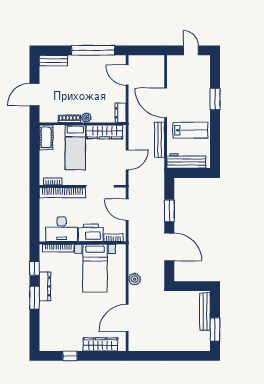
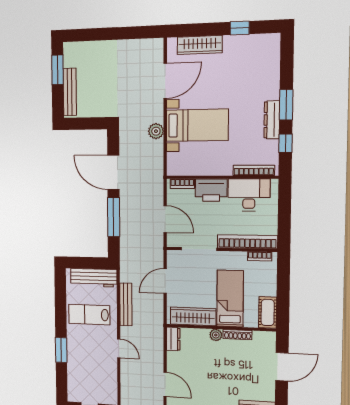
door: (166, 103) -> (119, 348), width x0.53
window: (169, 211) -> (114, 217), width x1.44
bed with nightstands: (95, 268) -> (197, 125), moved, turned 90

